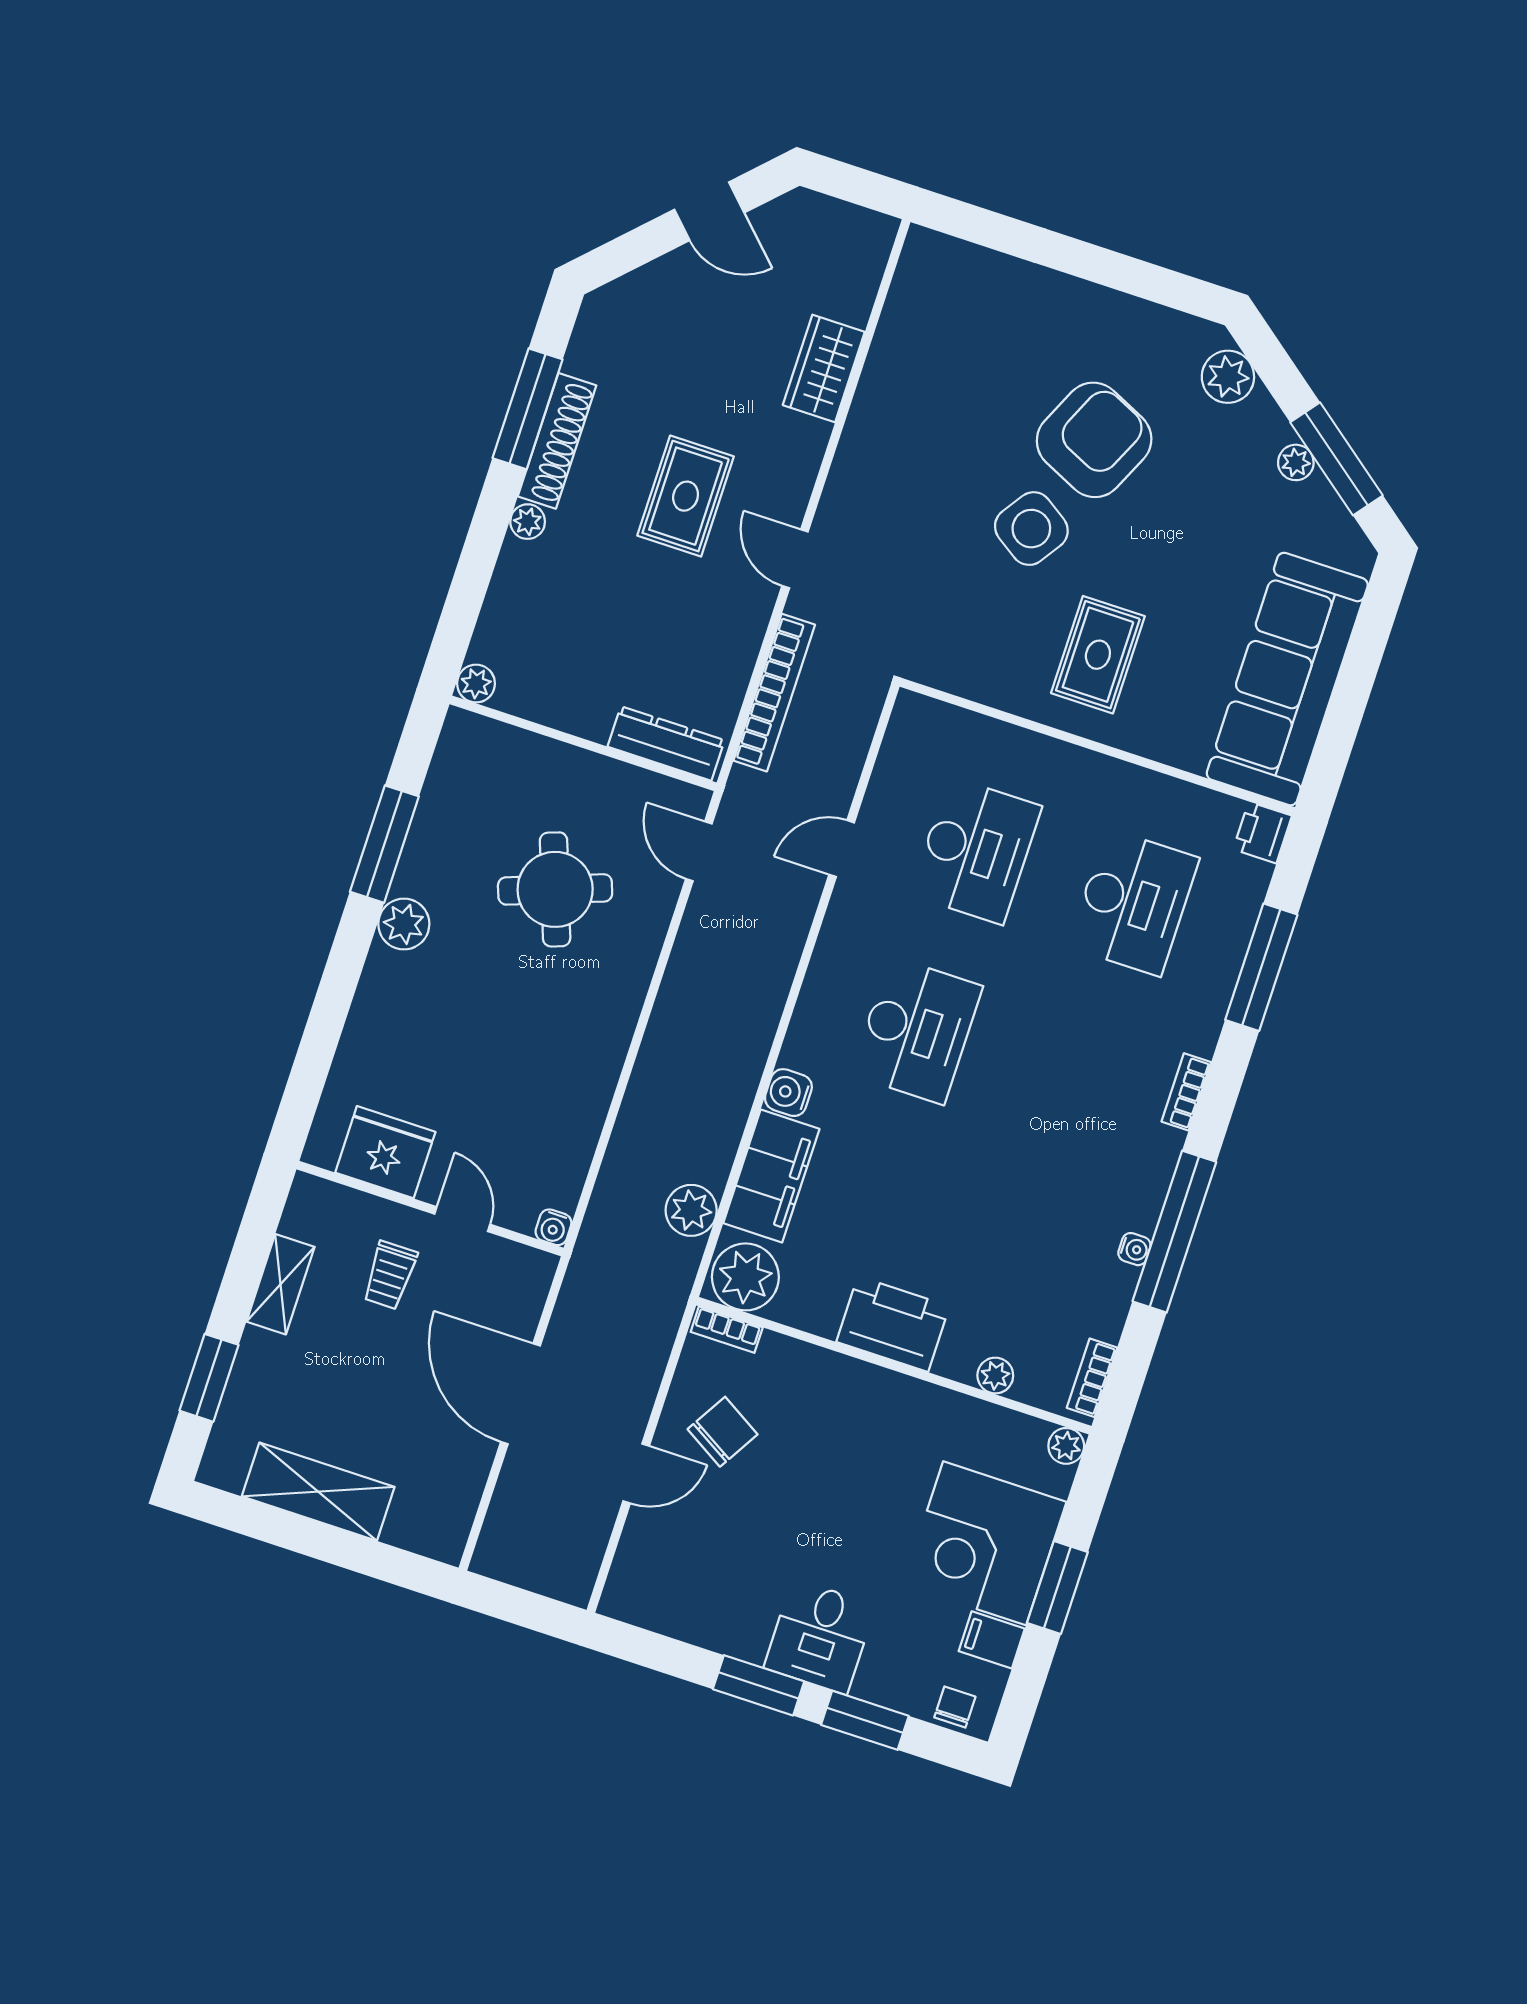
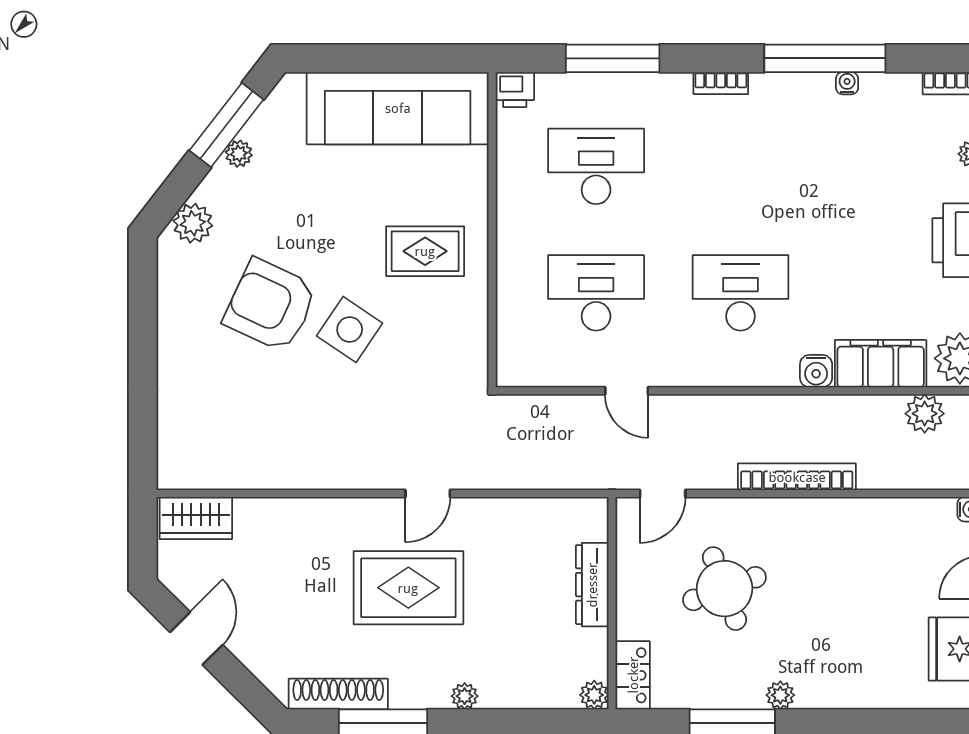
wardrobe: (824, 368) -> (196, 518), moved
shoe rack: (557, 441) -> (338, 694), moved
rug: (686, 496) -> (408, 588), width x1.36, depth x1.43
bookcase: (774, 693) -> (797, 477), moved
locker: (485, 740) -> (633, 675), added
dresser: (666, 743) -> (592, 585), moved
plant: (404, 924) -> (780, 695), width x0.73, depth x0.73

